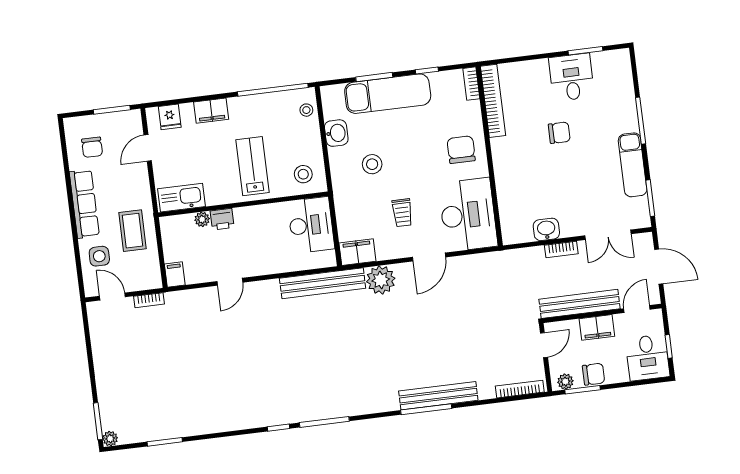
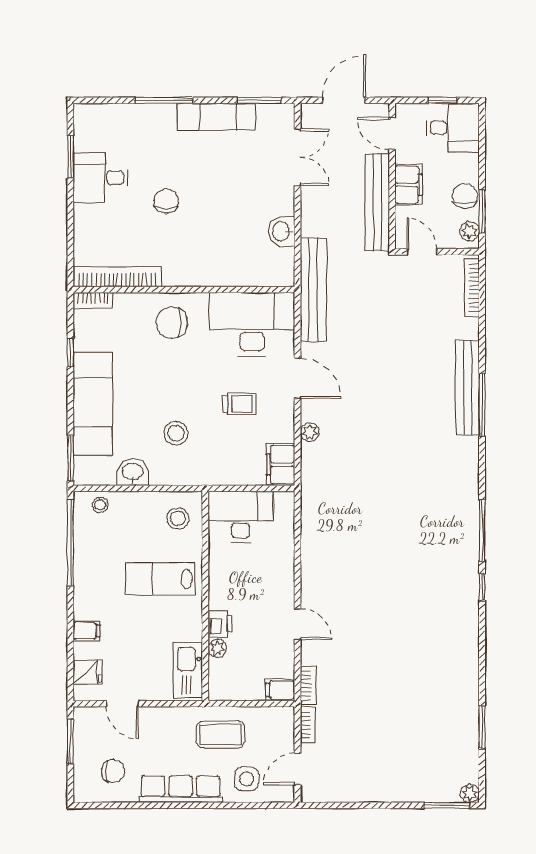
window: (374, 77) -> (70, 458), moved
filing cabinet: (211, 111) -> (86, 631), width x0.50
bookcase: (561, 249) -> (308, 685), moved
plant: (381, 280) -> (310, 432), width x0.53, depth x0.53
bench: (323, 283) -> (313, 290), moved

